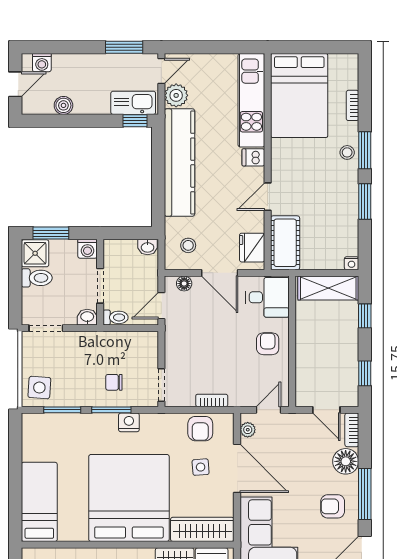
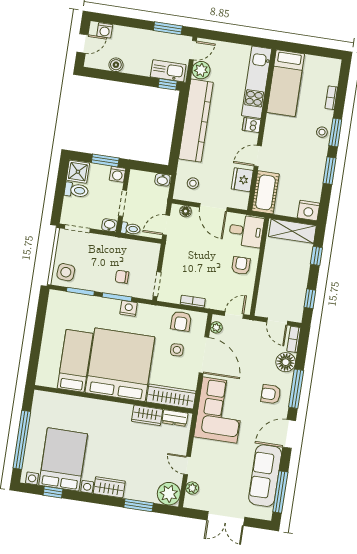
bed: (299, 96) -> (286, 83), width x0.67
window: (51, 233) -> (105, 160), moved
fridge: (252, 248) -> (242, 180), moved
nightstand: (352, 263) -> (309, 211), width x1.89, depth x1.79
bed: (39, 502) -> (75, 361), moved

